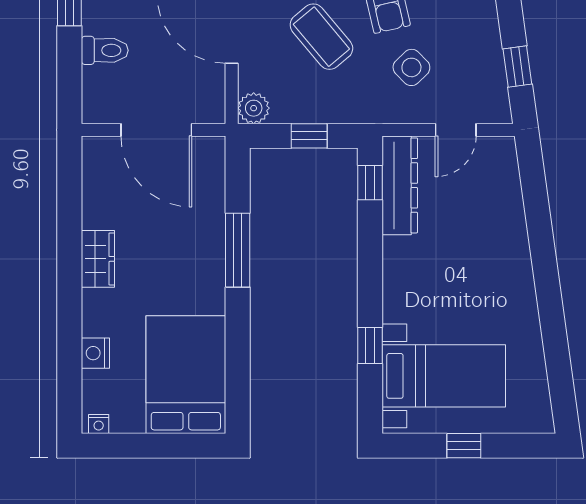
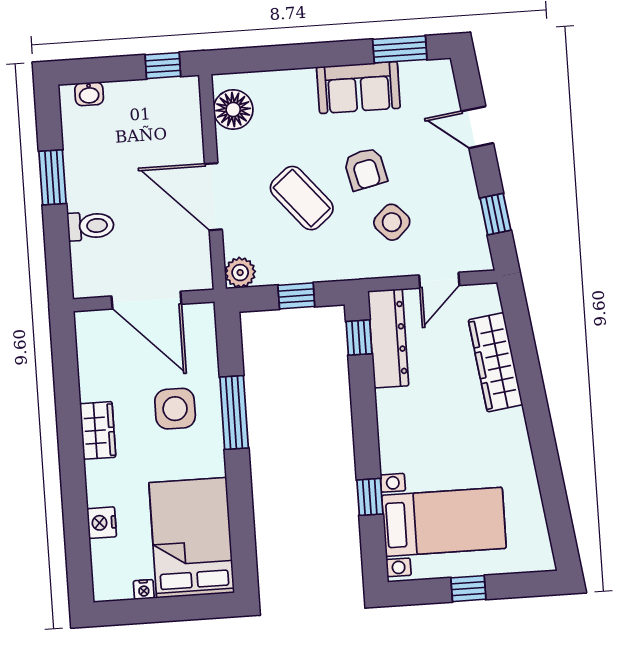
wardrobe: (507, 217) -> (495, 362), added
side table: (178, 242) -> (175, 409), added
nightstand: (99, 424) -> (144, 590), moved

